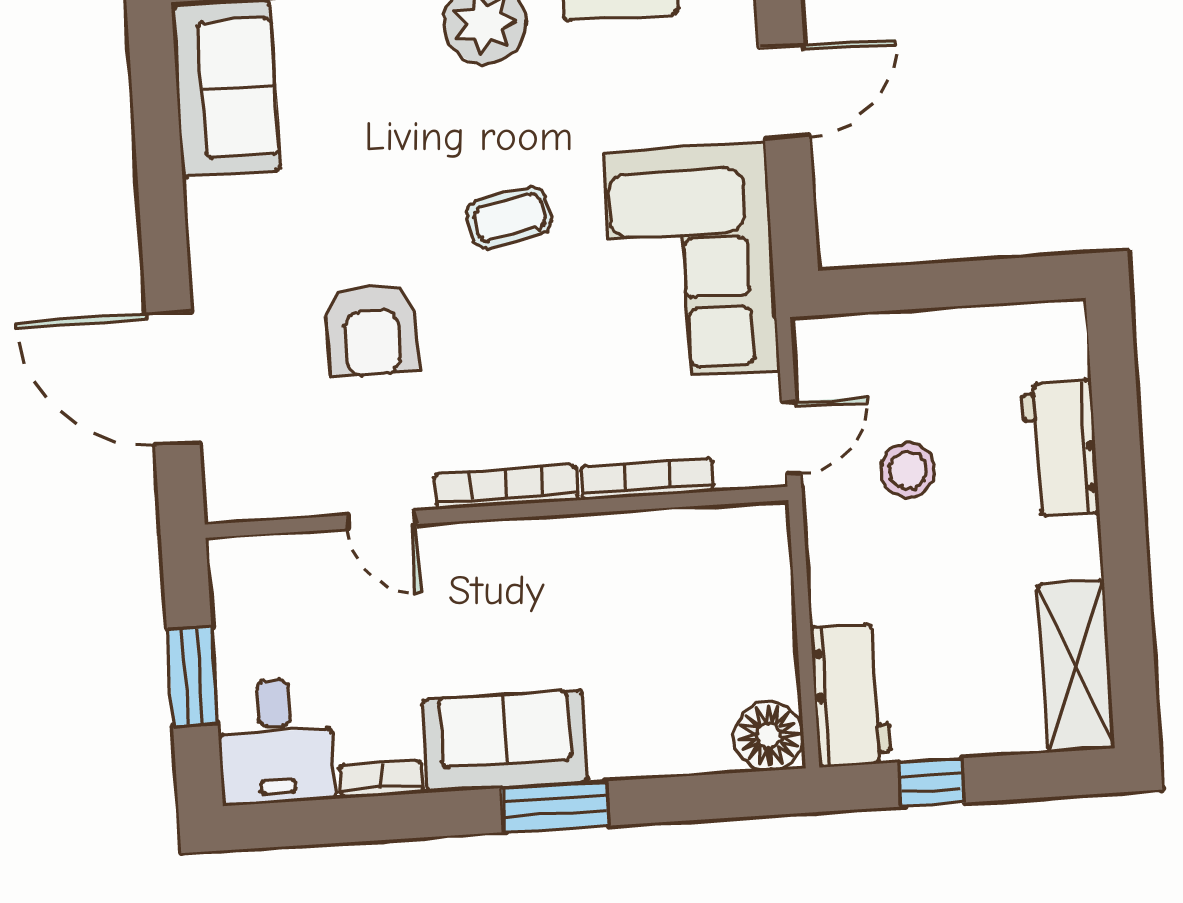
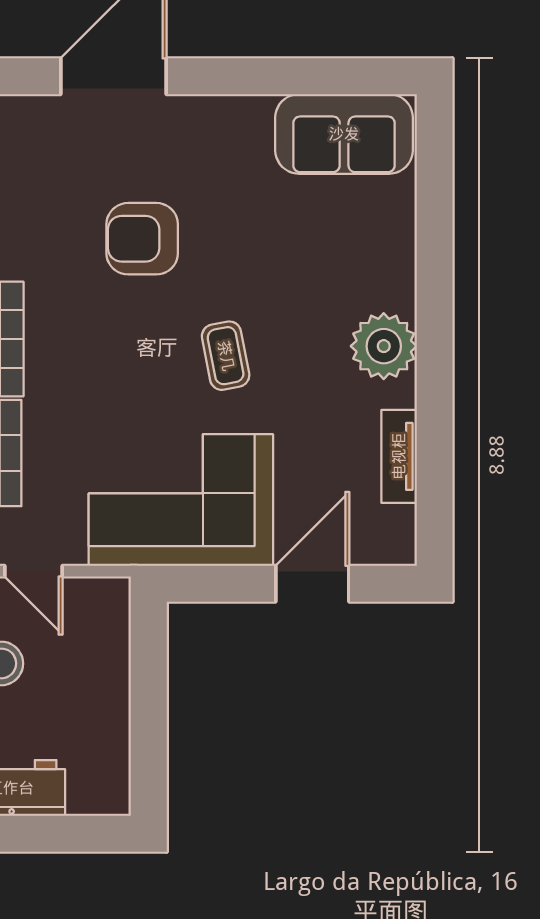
door: (784, 92) -> (312, 584), swing flipped

